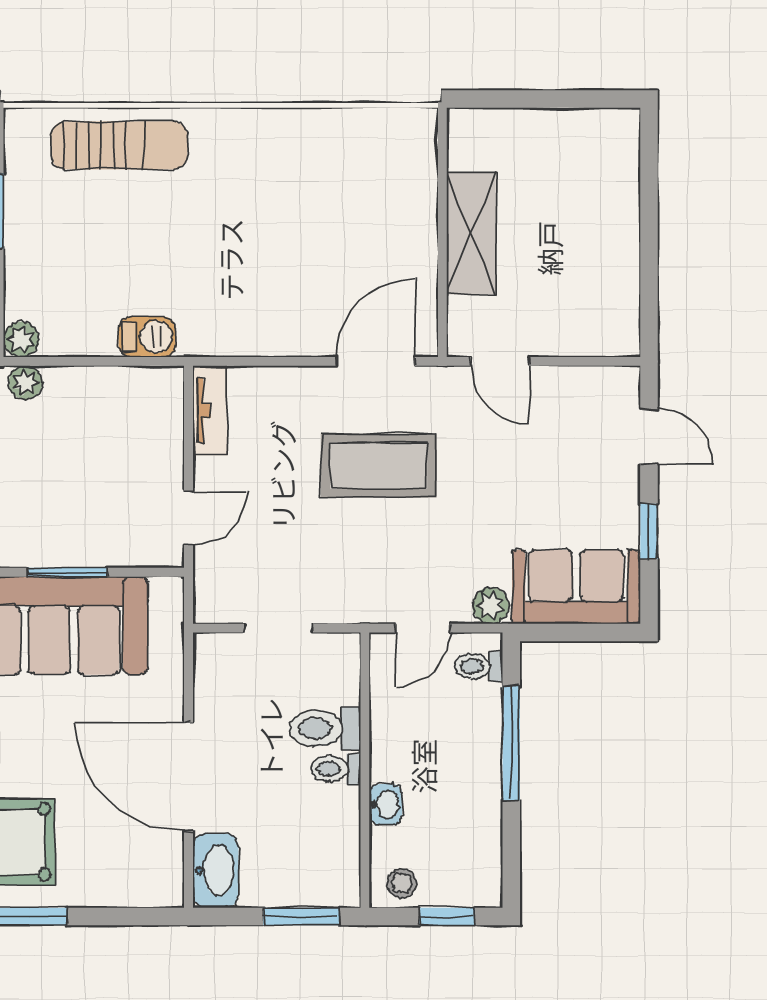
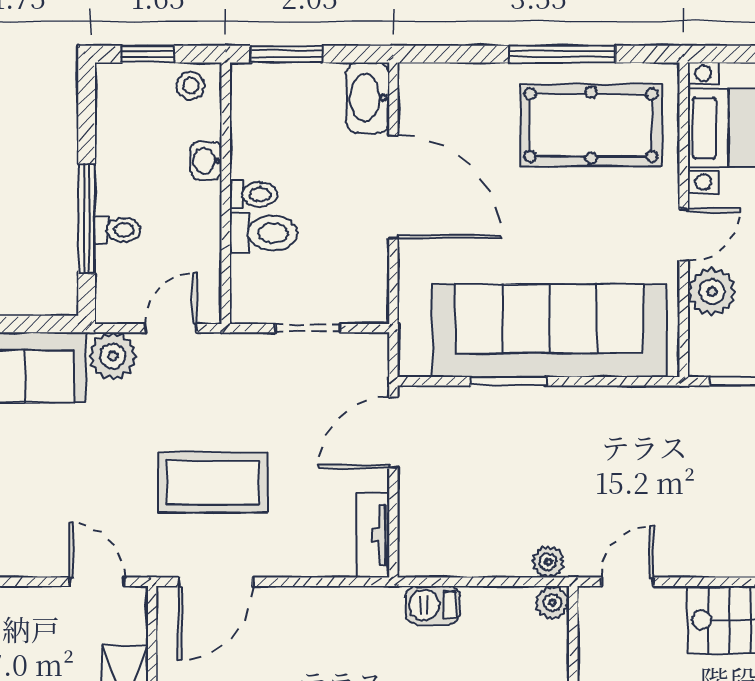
door: (188, 518) -> (393, 433), width x1.38
plant: (491, 606) -> (113, 356), width x1.38, depth x1.38
toilet: (479, 666) -> (118, 230), moved

